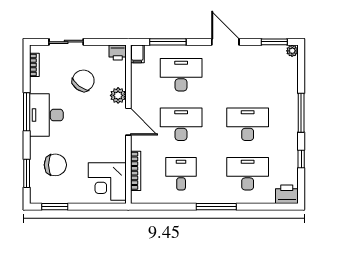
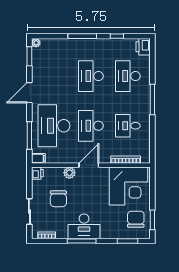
desk: (181, 75) -> (54, 126), width x1.36, depth x1.30
chair: (83, 81) -> (58, 199), turned -127
chair: (55, 165) -> (136, 219), moved
corner desk: (107, 181) -> (129, 186), width x1.36, depth x1.36

